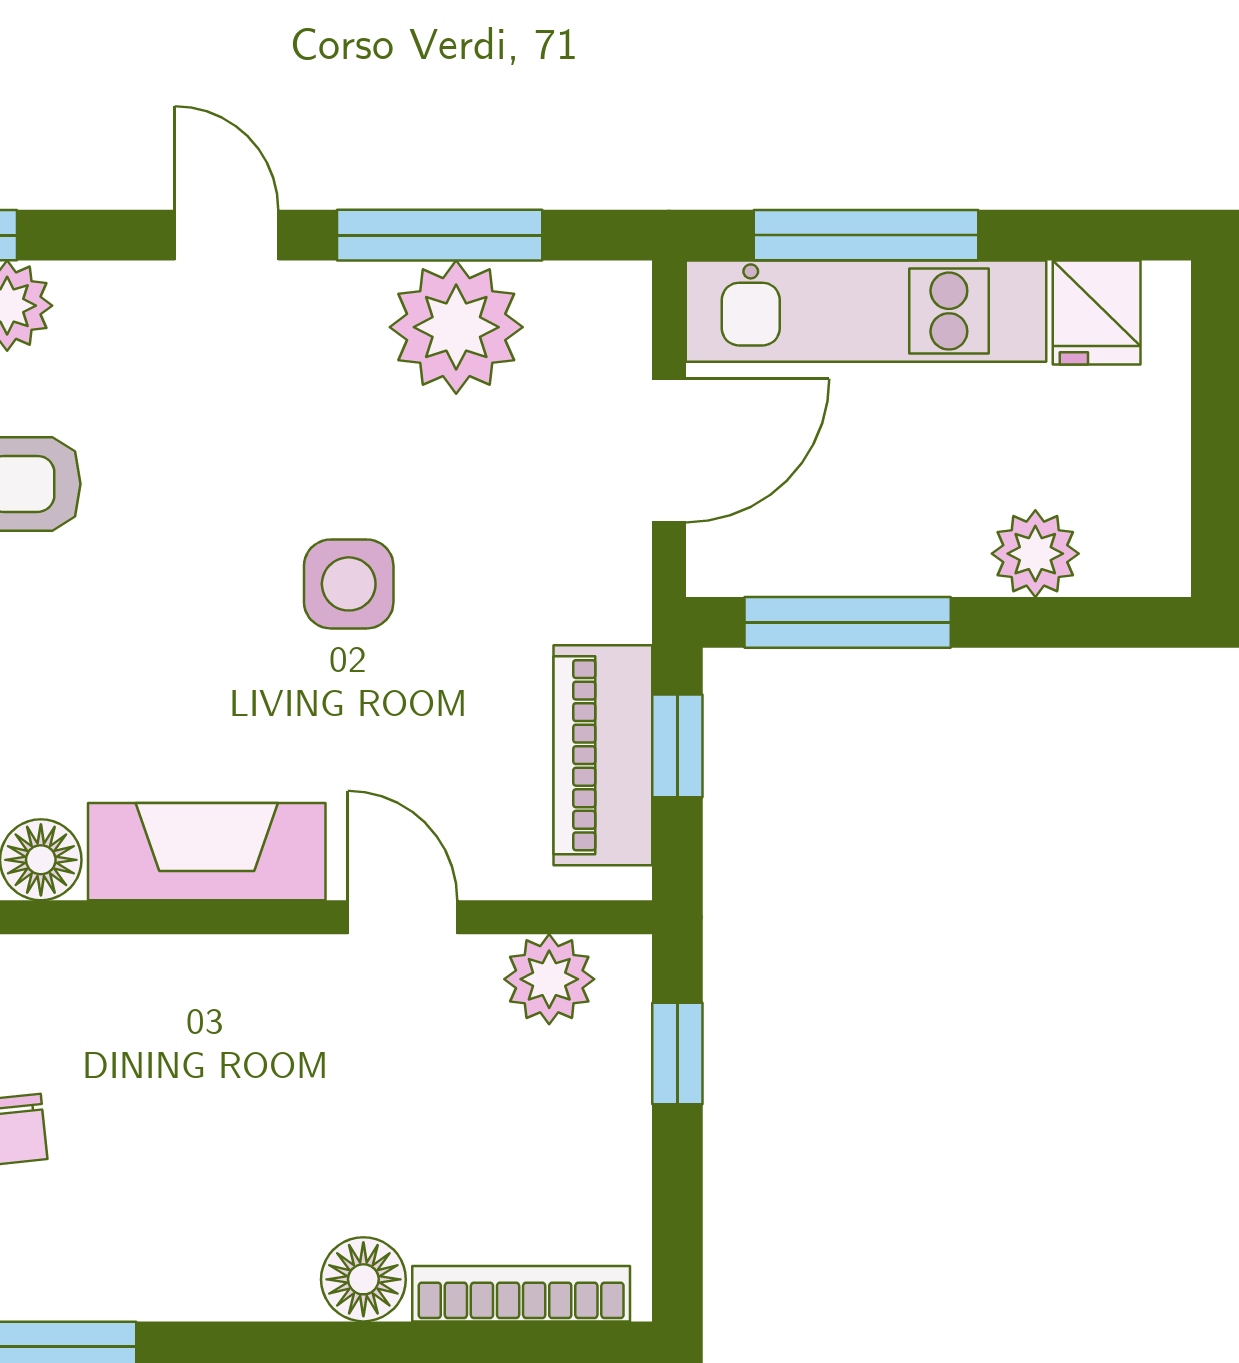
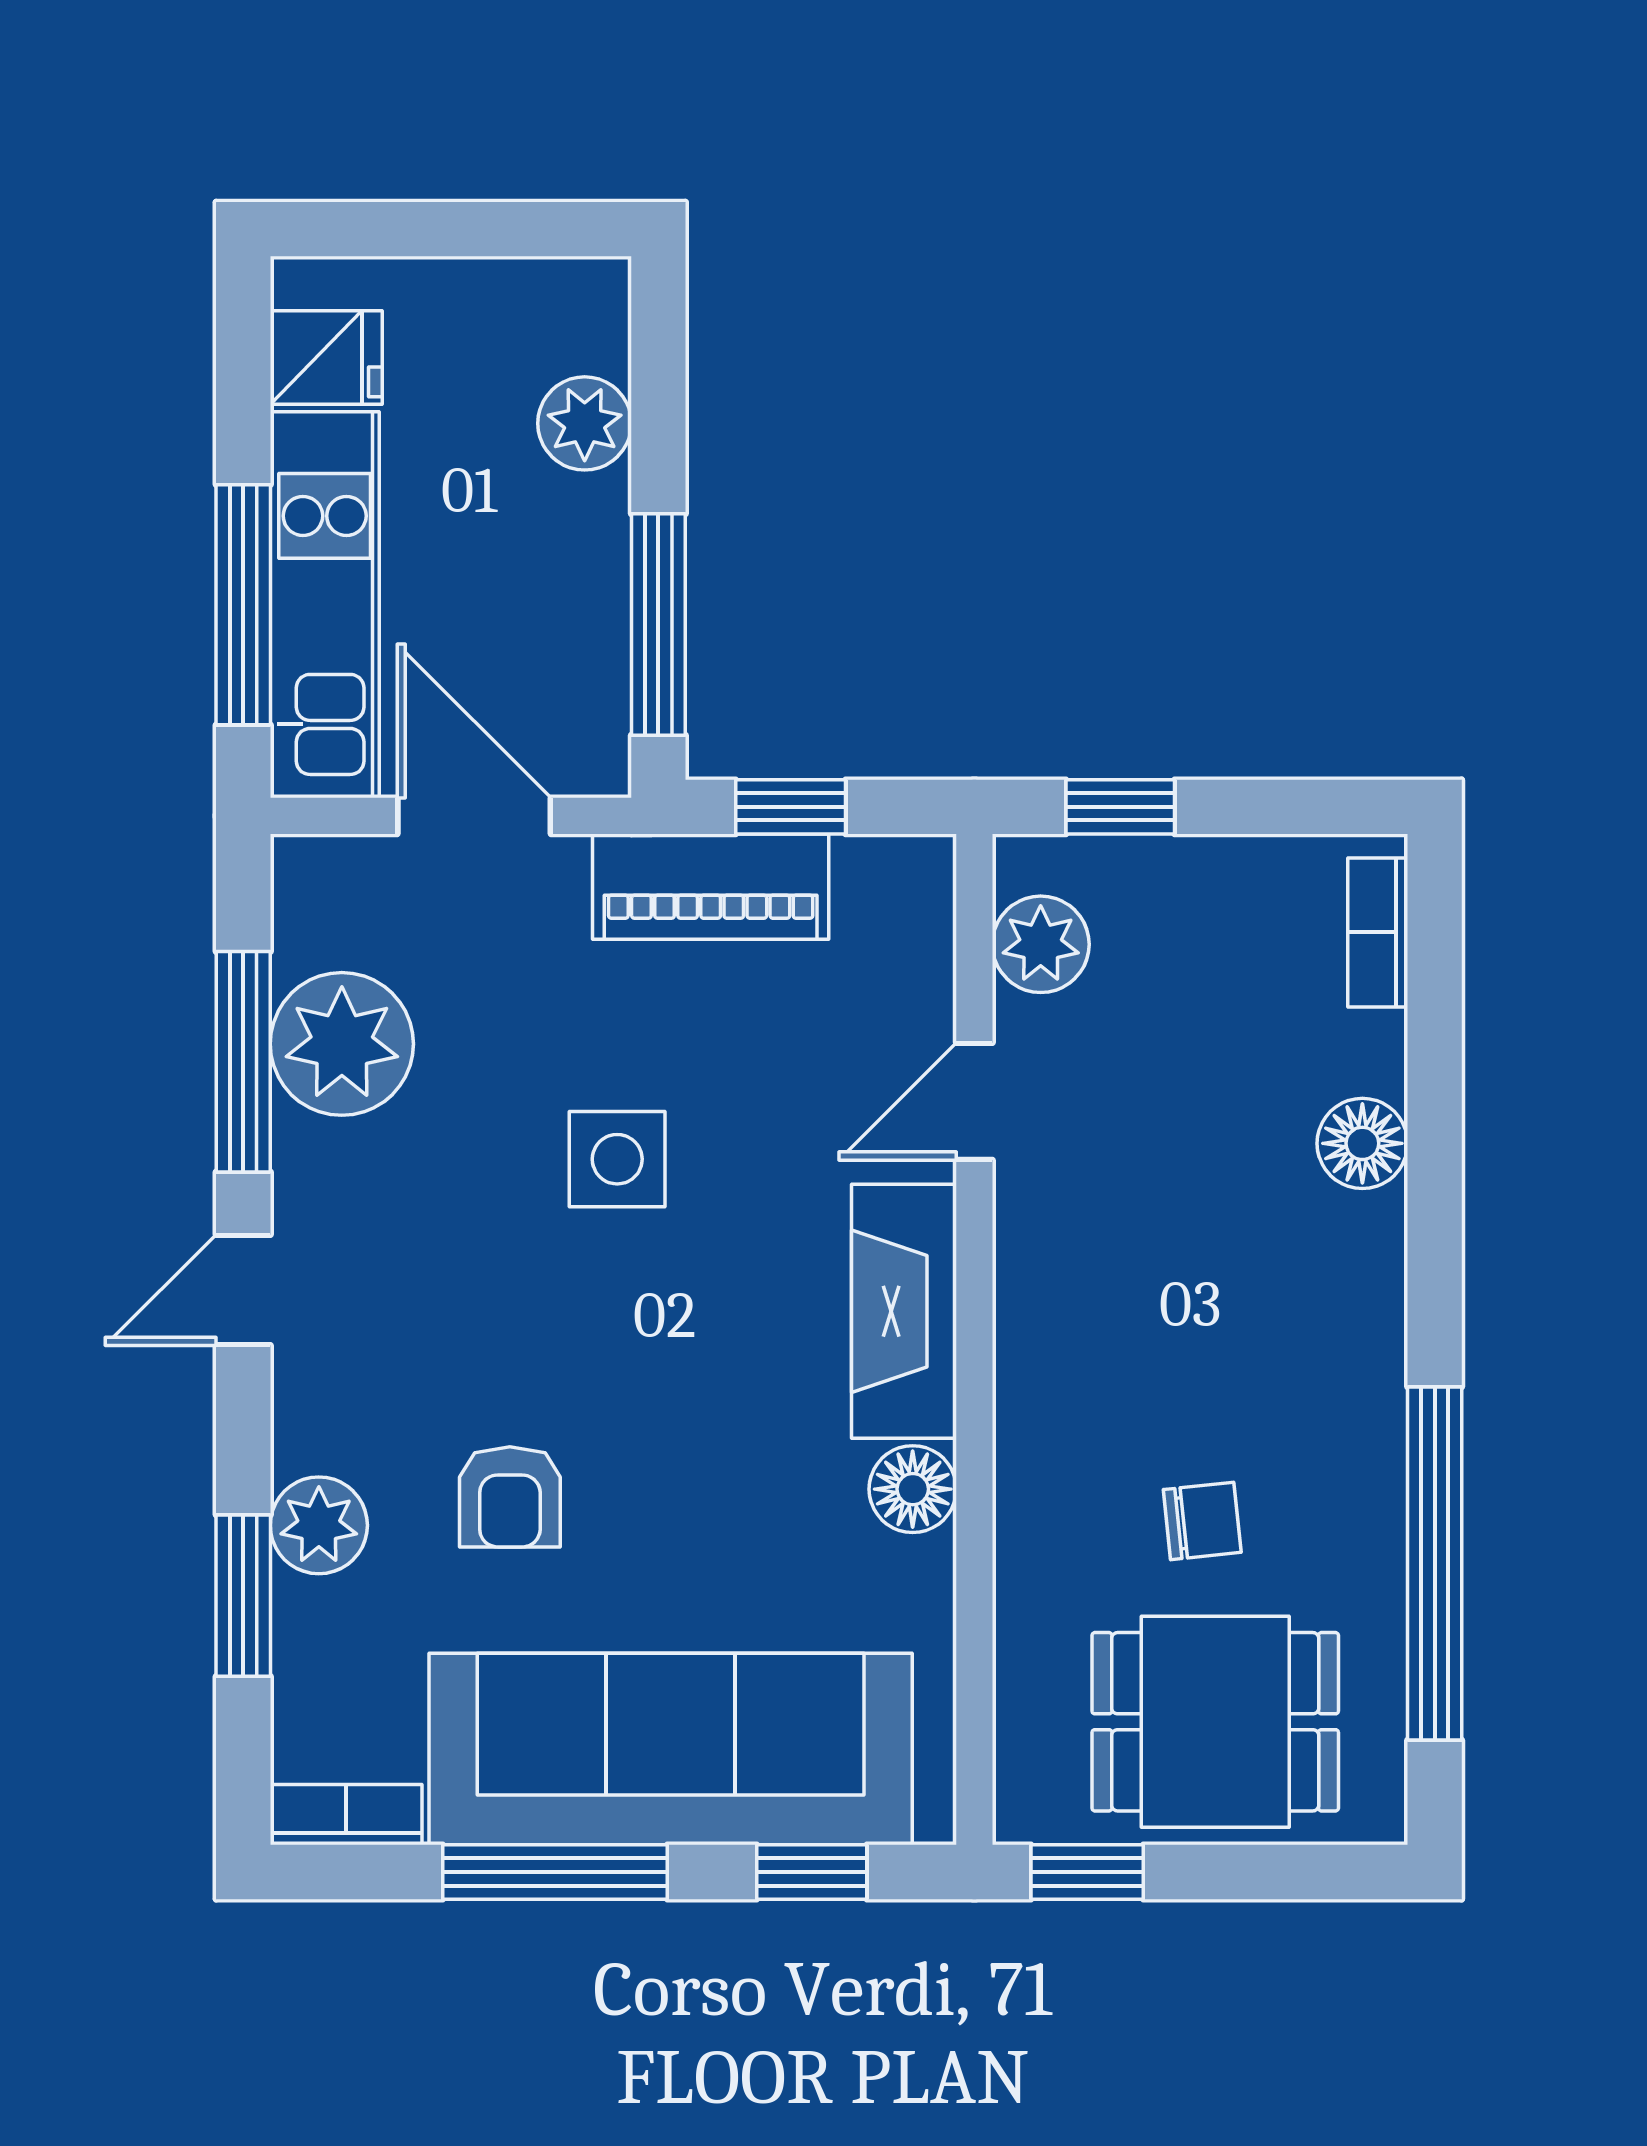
piano: (603, 755) -> (711, 887), moved
bookcase: (521, 1294) -> (1378, 932), width x0.64

